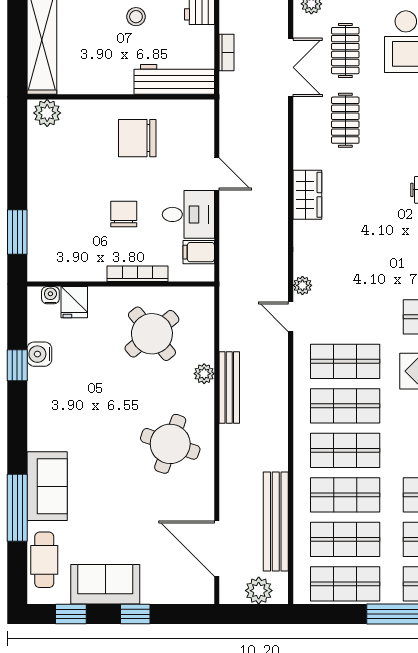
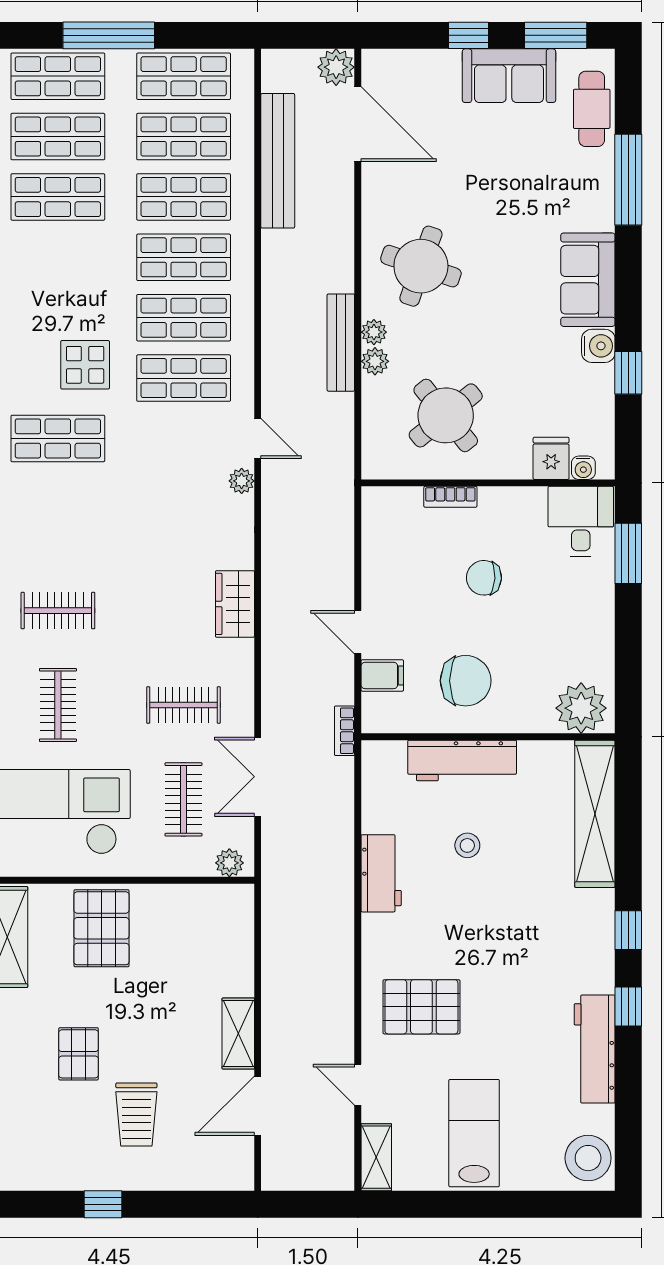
bookcase: (227, 53) -> (345, 731), moved
workbench: (174, 79) -> (462, 760), moved
plant: (47, 113) -> (581, 708), width x1.36, depth x1.36
clothes rail: (345, 120) -> (183, 705), turned 90
chair: (124, 214) -> (484, 578), turned 93
desk: (188, 214) -> (581, 521), moved, turned 90
filing cabinet: (199, 252) -> (382, 675), moved
bookcase: (138, 274) -> (450, 497), width x0.64
water cooler: (39, 354) -> (598, 346), moved
plant: (205, 395) -> (374, 332), added
sofa: (47, 486) -> (588, 280), moved
plant: (259, 591) -> (336, 67), moved
window: (71, 614) -> (556, 35), width x1.50

